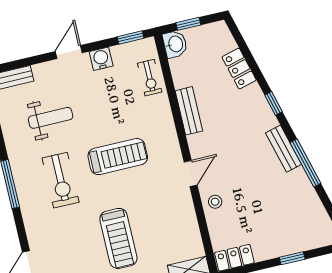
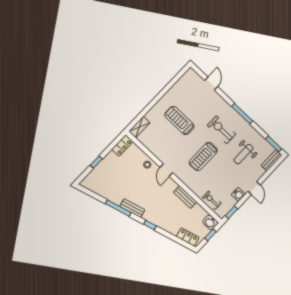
locker: (239, 69) -> (188, 237), moved

